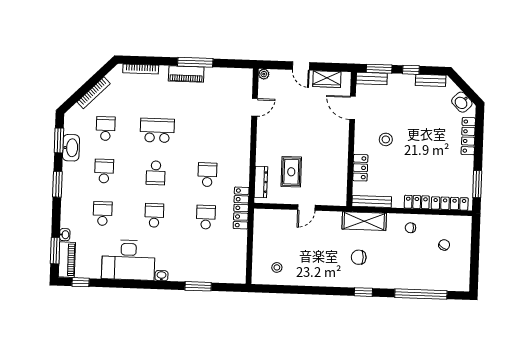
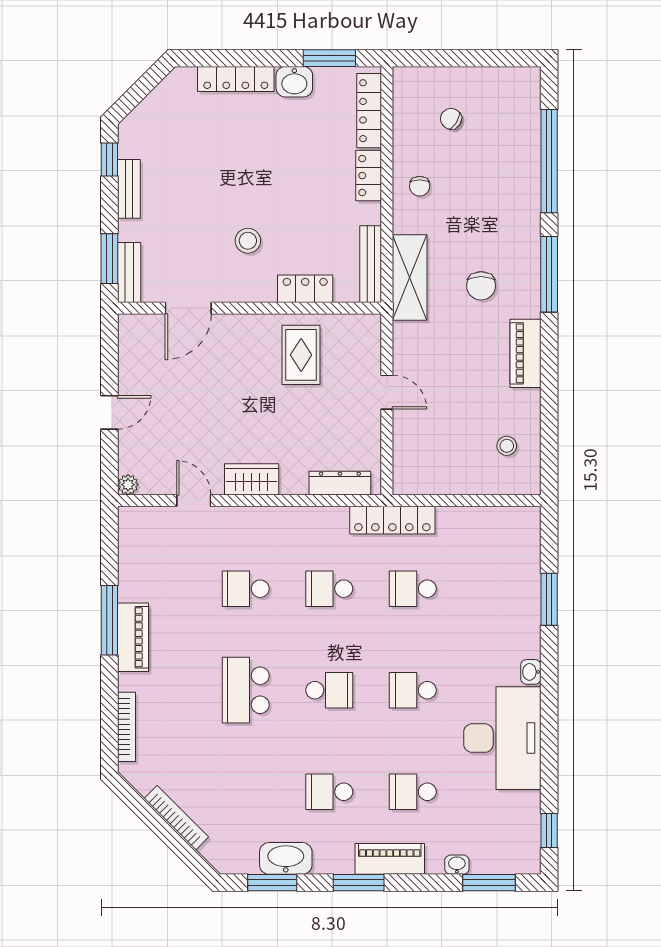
window: (411, 70) -> (109, 160), moved
wardrobe: (327, 79) -> (252, 479), moved, turned -90
bench: (431, 80) -> (129, 189), moved
washbasin: (462, 102) -> (294, 82), moved, turned 45
school desk: (106, 129) -> (246, 589), moved
rug: (291, 172) -> (301, 355), moved, turned 90
piano: (67, 260) -> (390, 859), moved
piano: (324, 279) -> (526, 353), added
window: (363, 292) -> (549, 274), width x2.17

